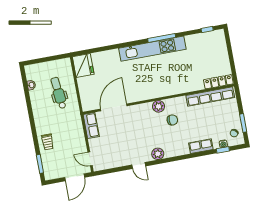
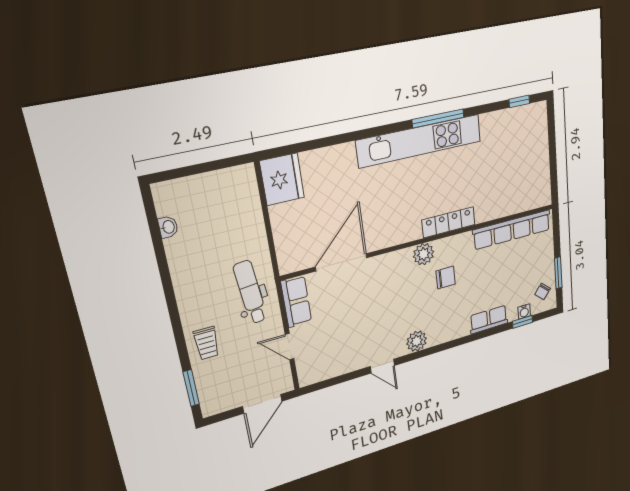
locker: (218, 82) -> (449, 222), moved
dental chair: (59, 93) -> (250, 292), moved
door: (90, 159) -> (290, 347), moved

